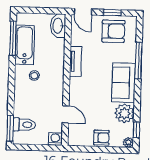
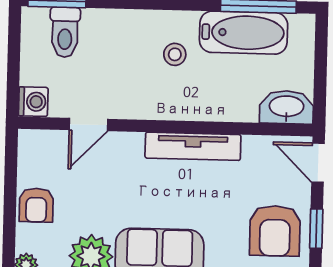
door: (83, 12) -> (318, 163), hinge flipped
tv unit: (76, 61) -> (193, 146), width x1.41

